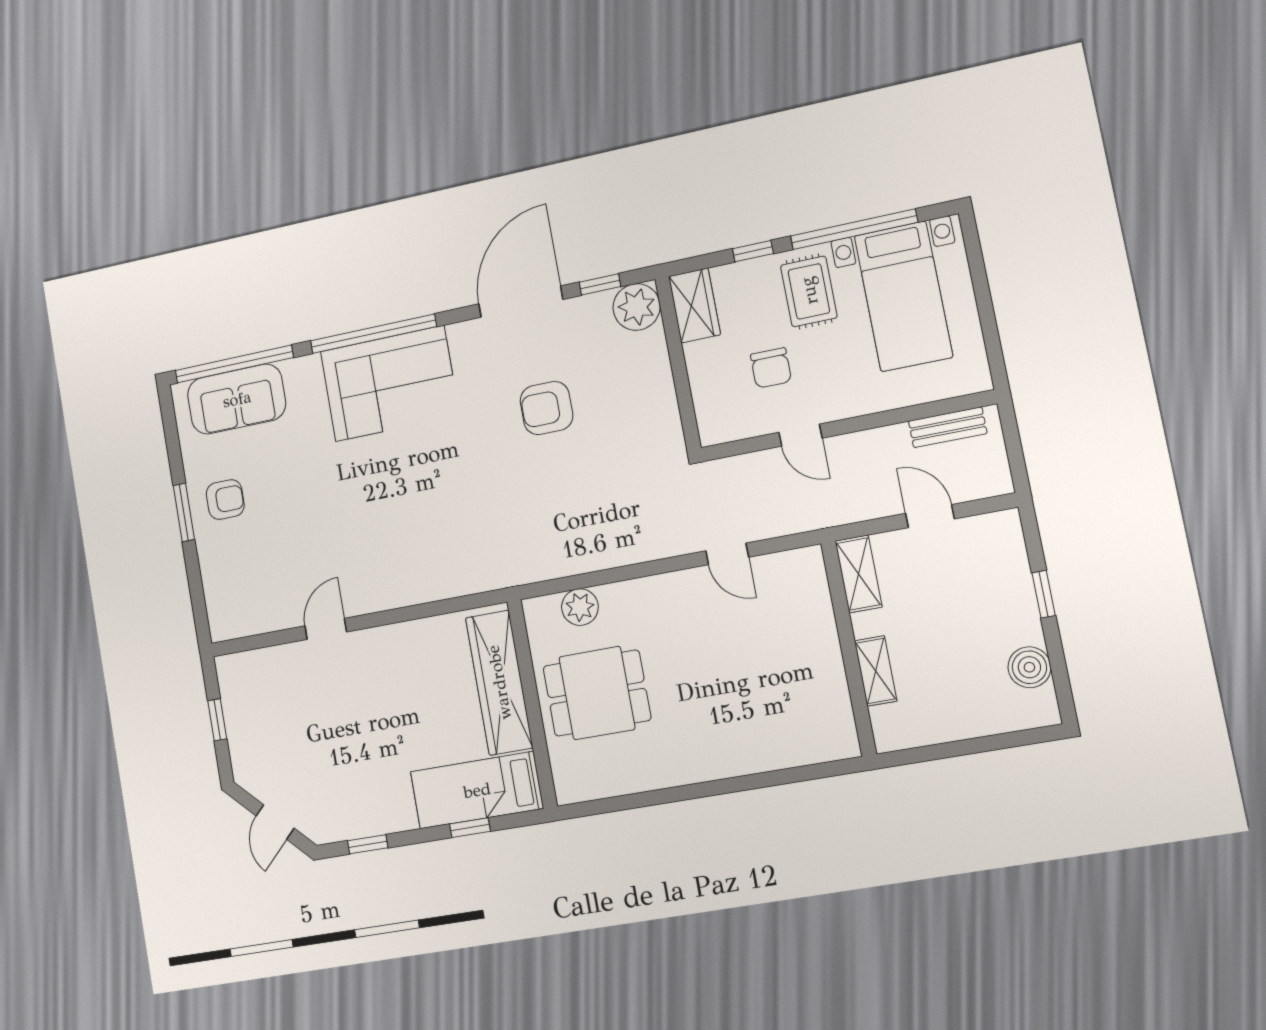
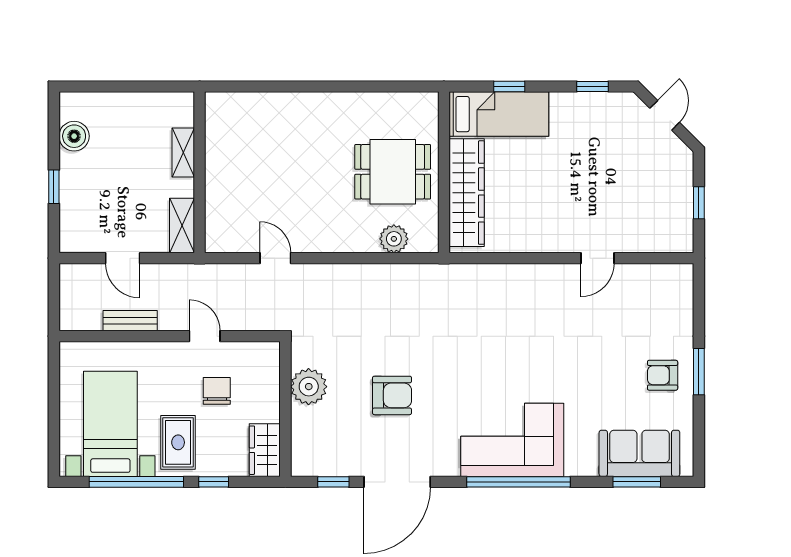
plant: (637, 307) -> (309, 387), moved
window: (234, 364) -> (637, 482), width x0.47
bench: (948, 427) -> (130, 321), moved

